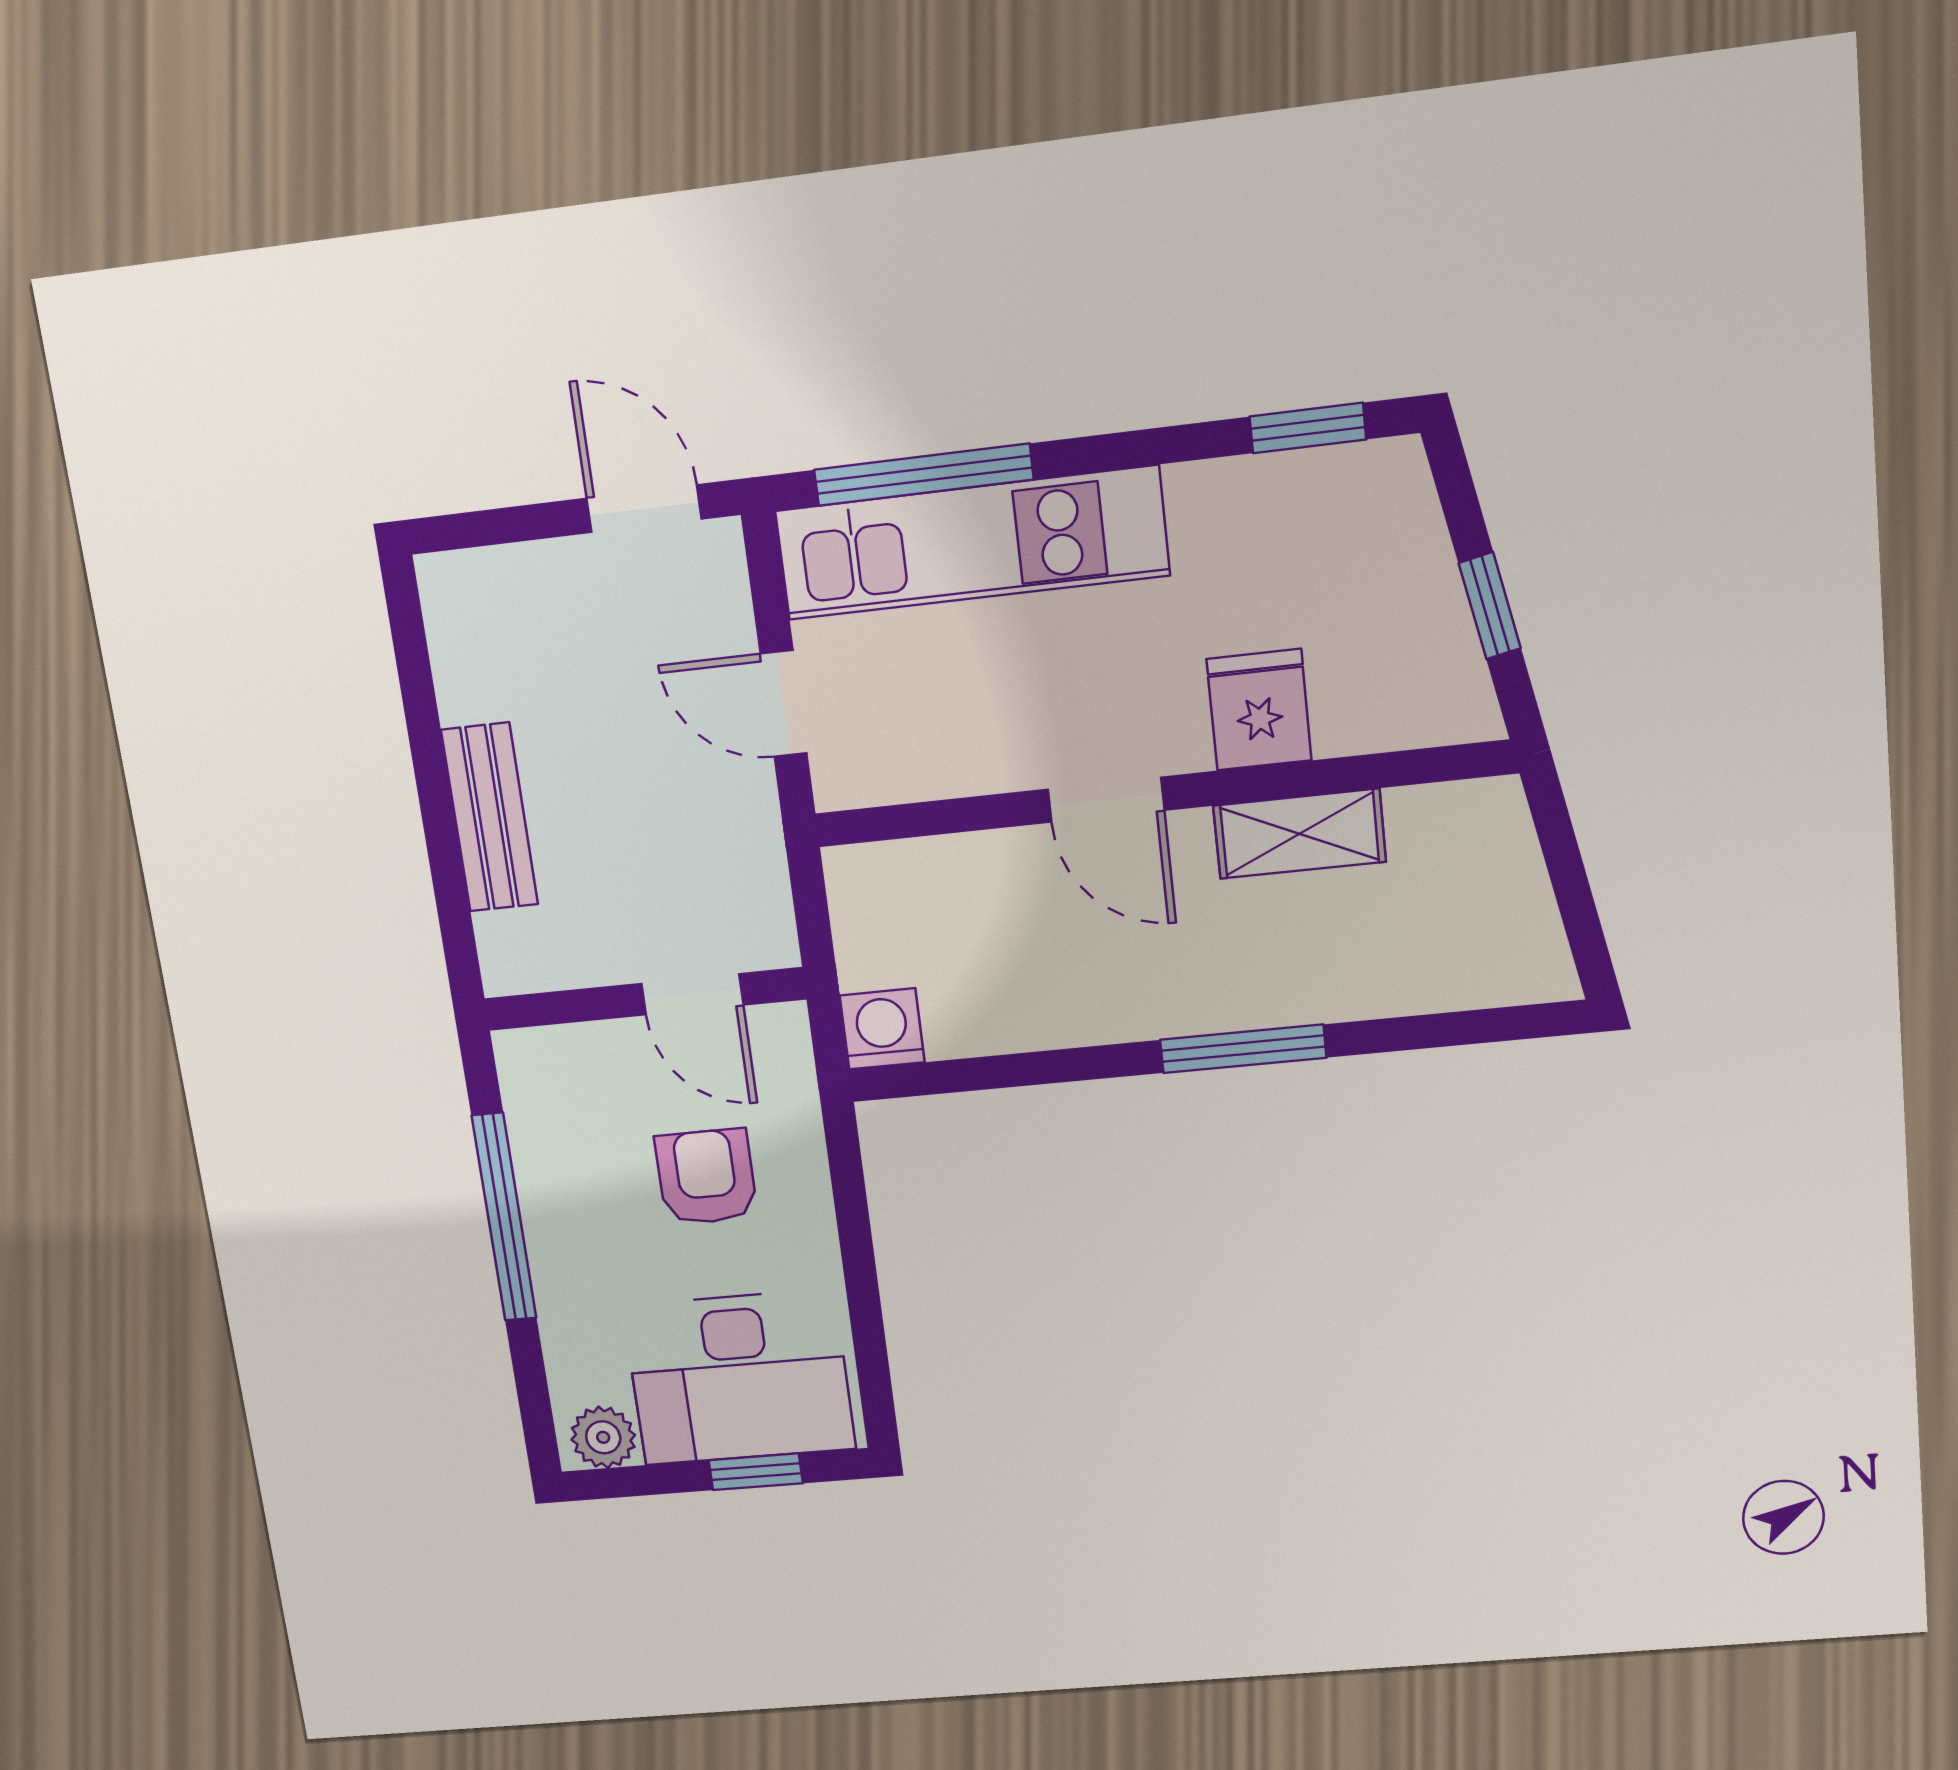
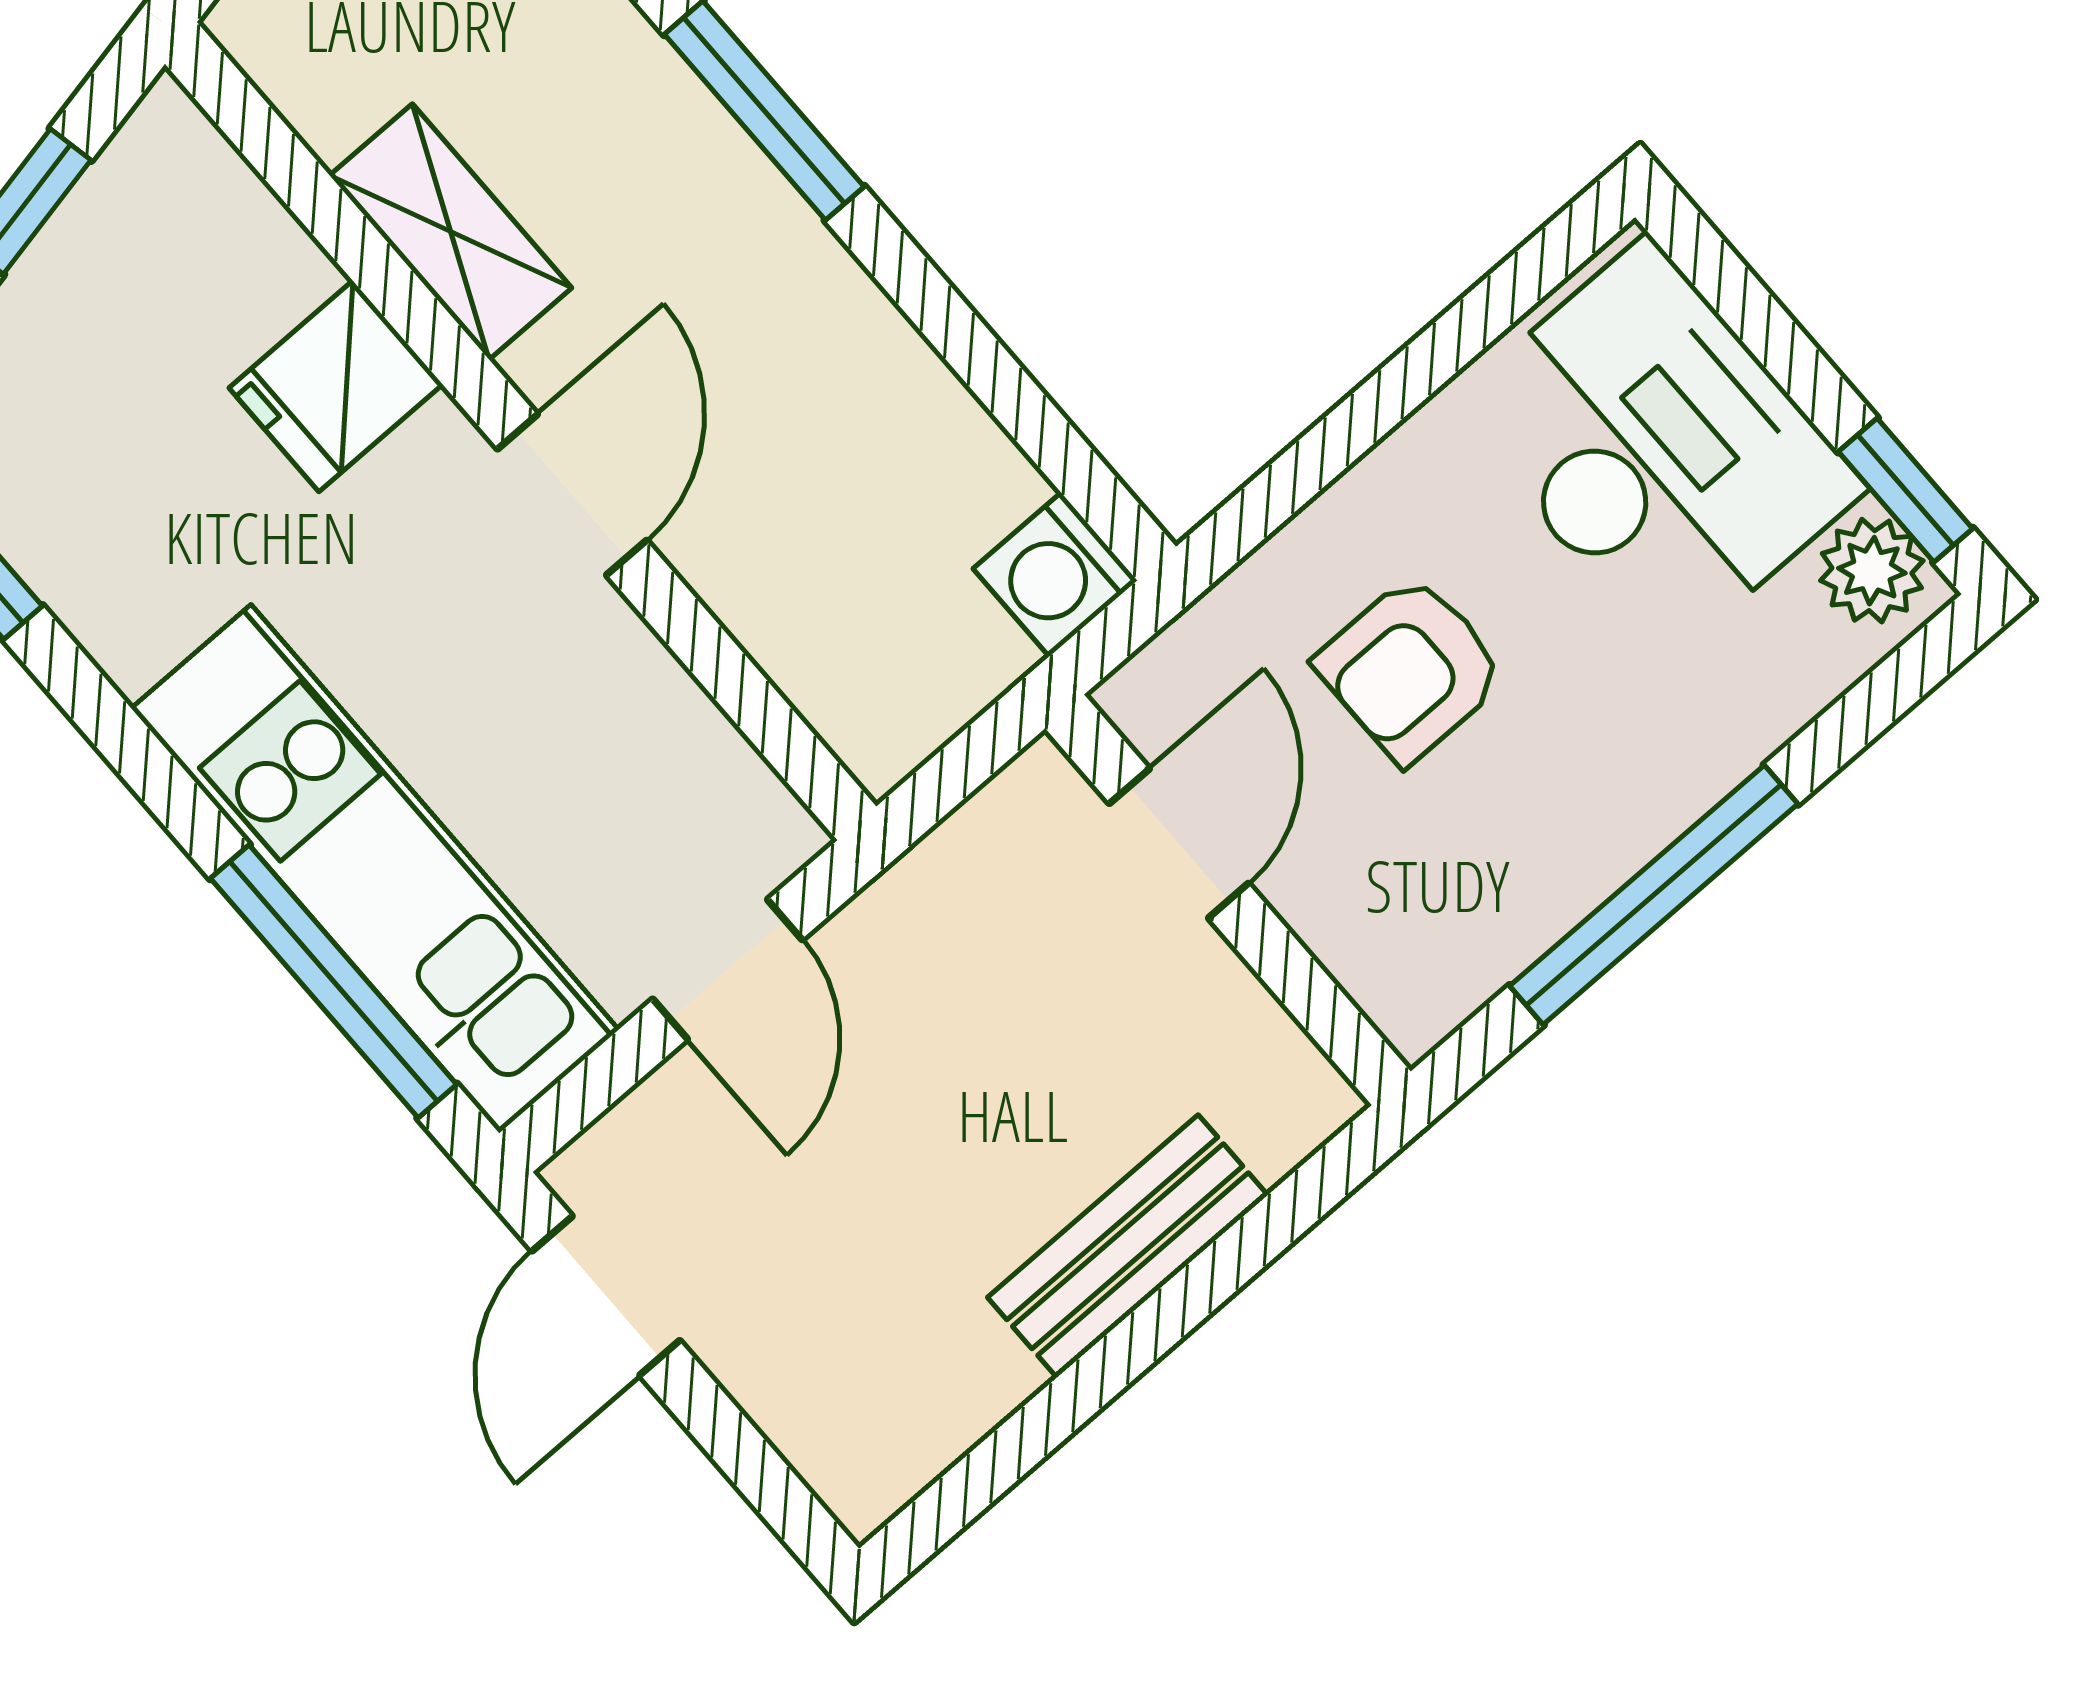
window: (756, 1472) -> (1906, 490), moved

